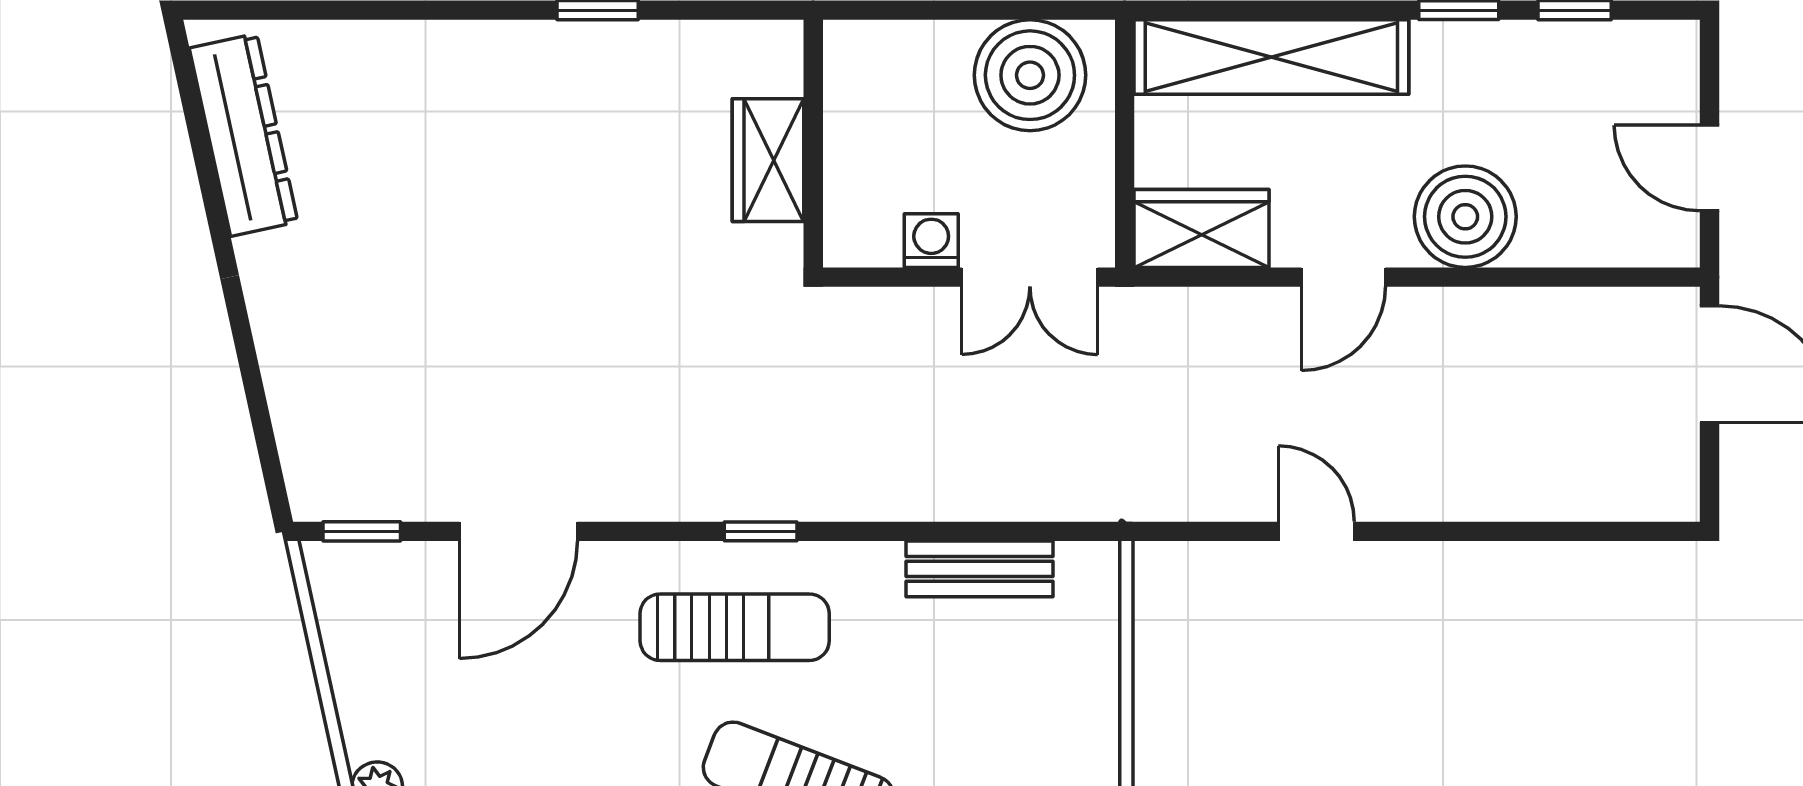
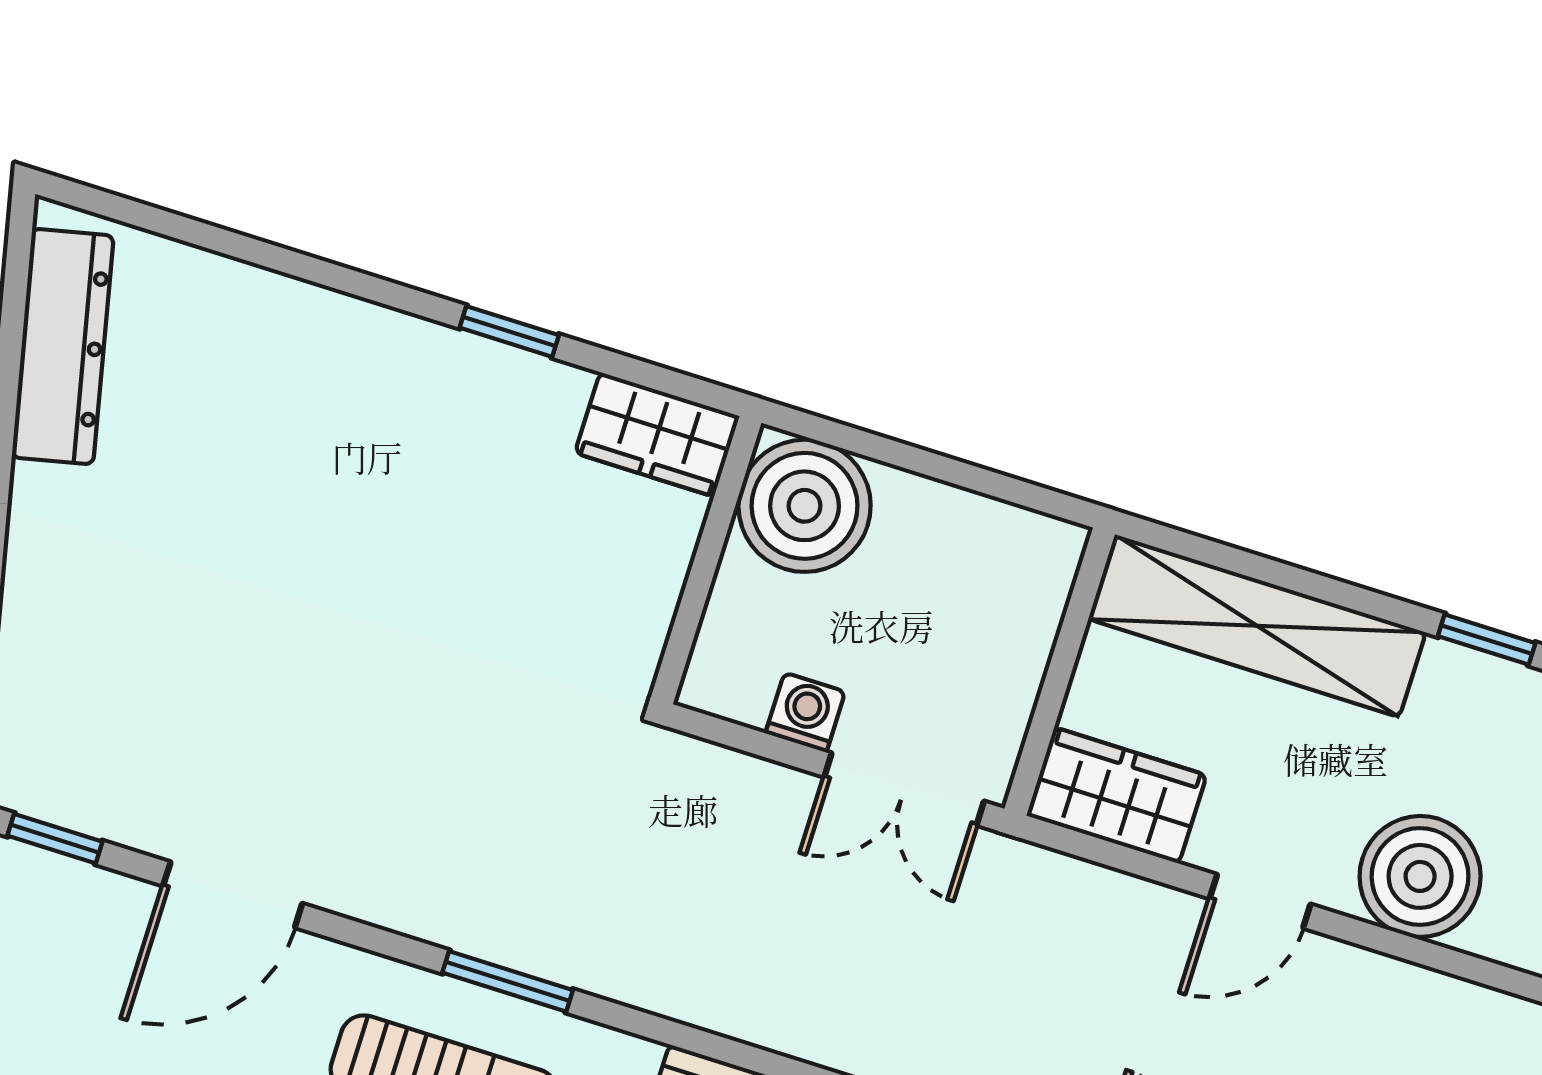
boiler: (1030, 75) -> (805, 506), moved
wardrobe: (768, 160) -> (657, 434), moved, turned -90
window: (761, 531) -> (508, 981), width x1.50

